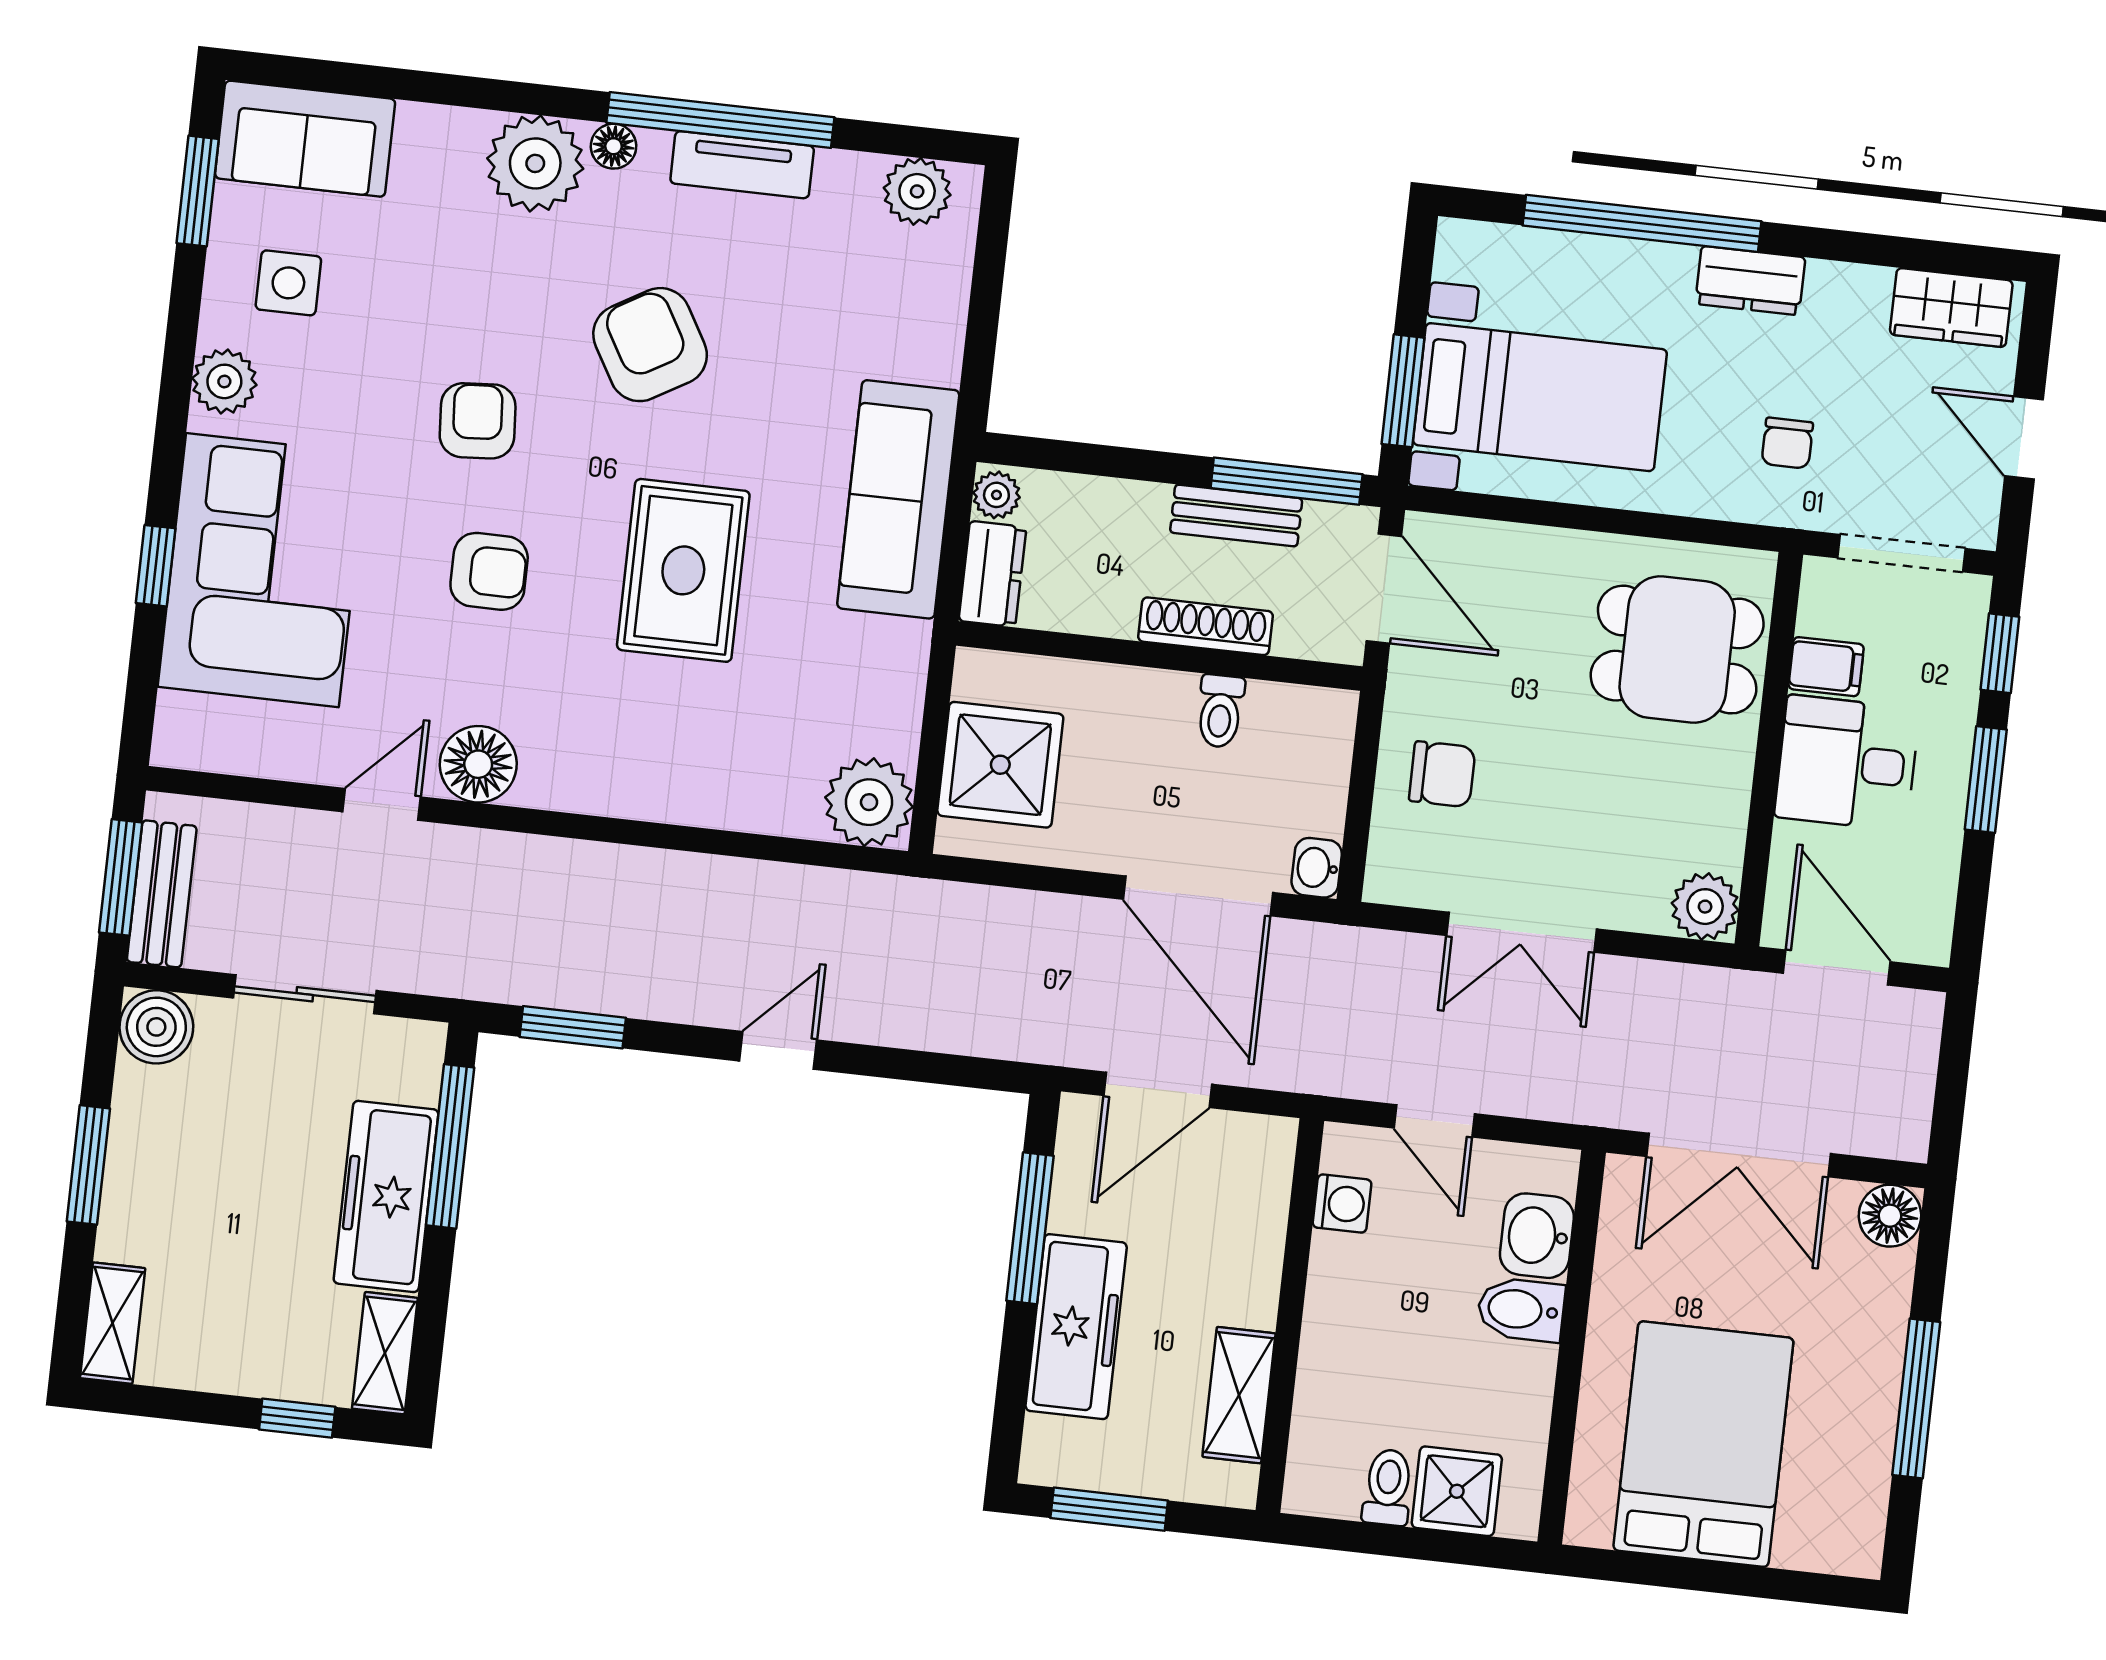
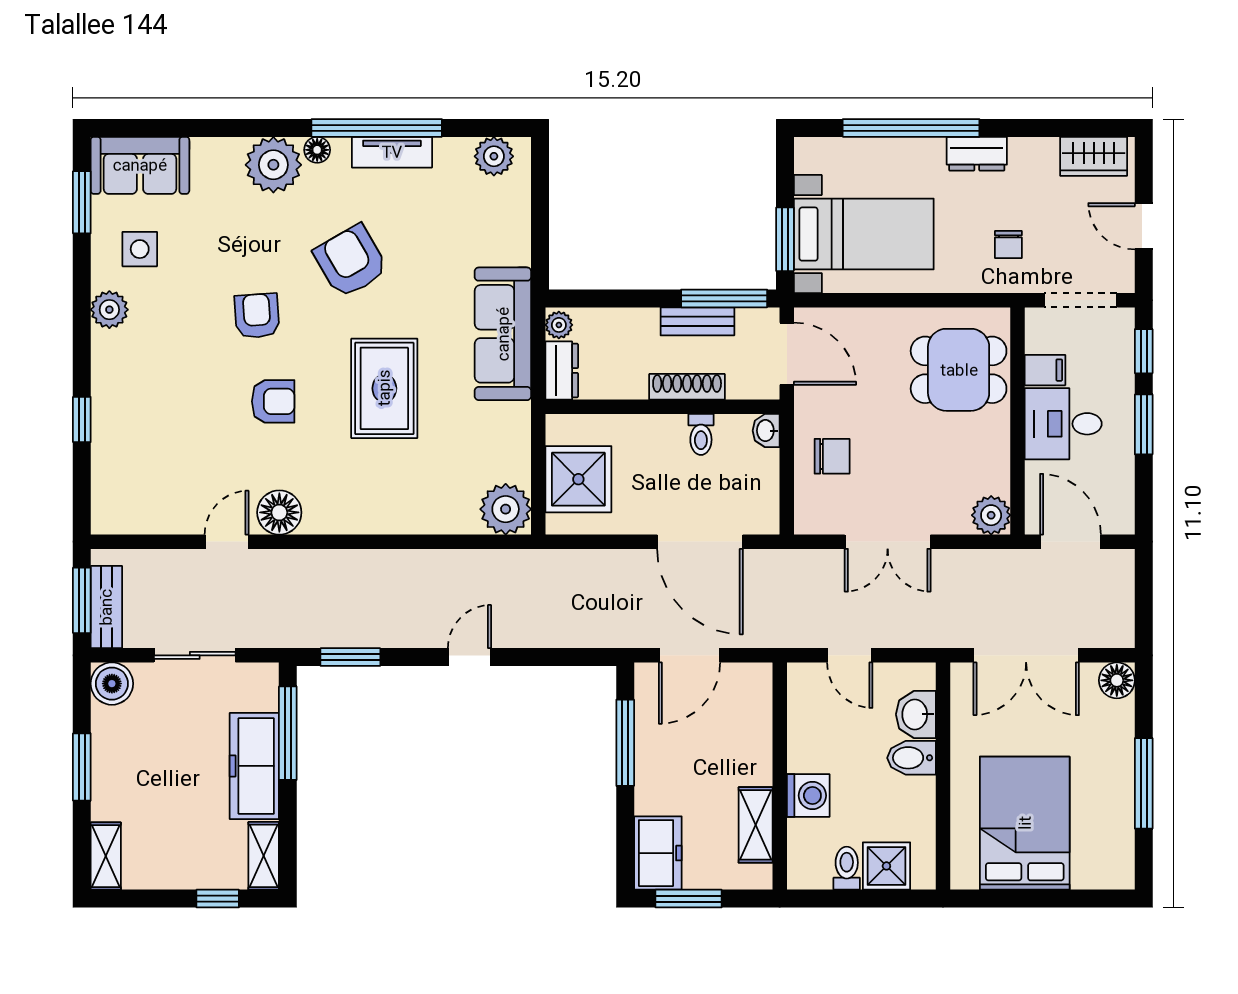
corner sofa: (262, 570) -> (143, 415), removed
washbasin: (1317, 868) -> (766, 431), moved
washing machine: (1342, 1204) -> (808, 796), moved, width x1.38, depth x1.38
freezer: (1076, 1327) -> (658, 853), moved, width x0.71

